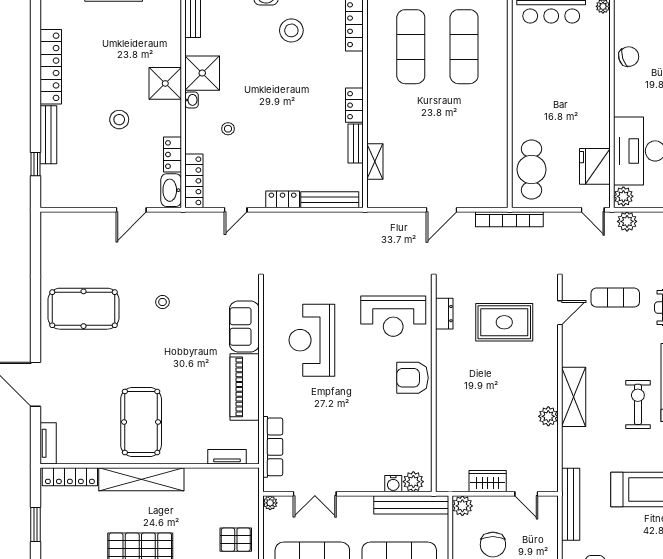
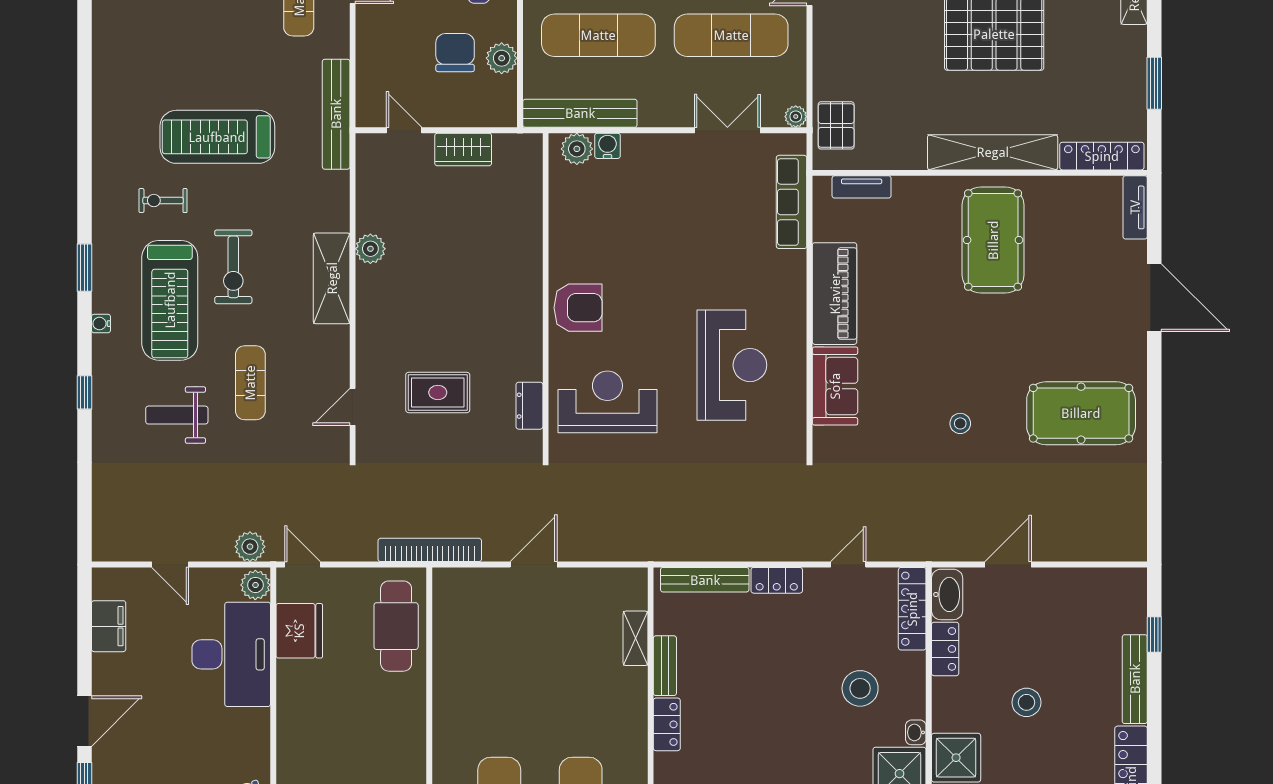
stool: (228, 129) -> (860, 688), width x1.89, depth x1.89
exercise mat: (615, 298) -> (250, 383), moved, turned 90
rug: (504, 322) -> (438, 392), width x0.73, depth x0.70
plant: (462, 506) -> (502, 58), moved
pallet: (236, 540) -> (836, 125), moved, turned 90

